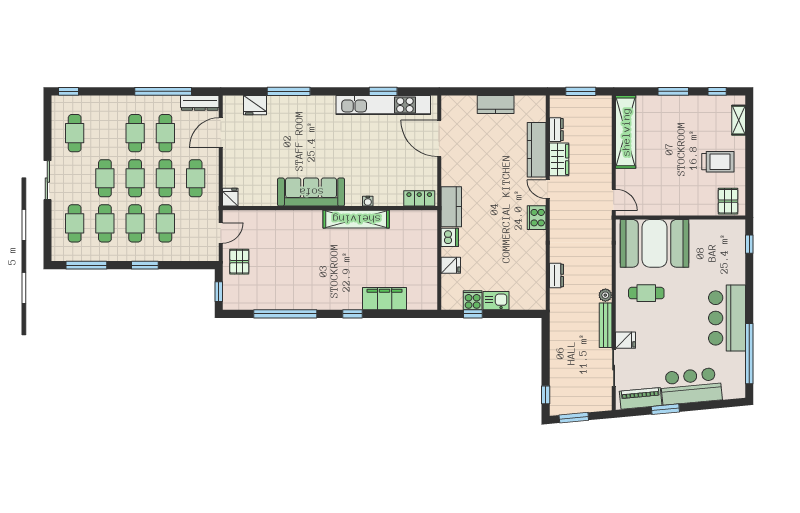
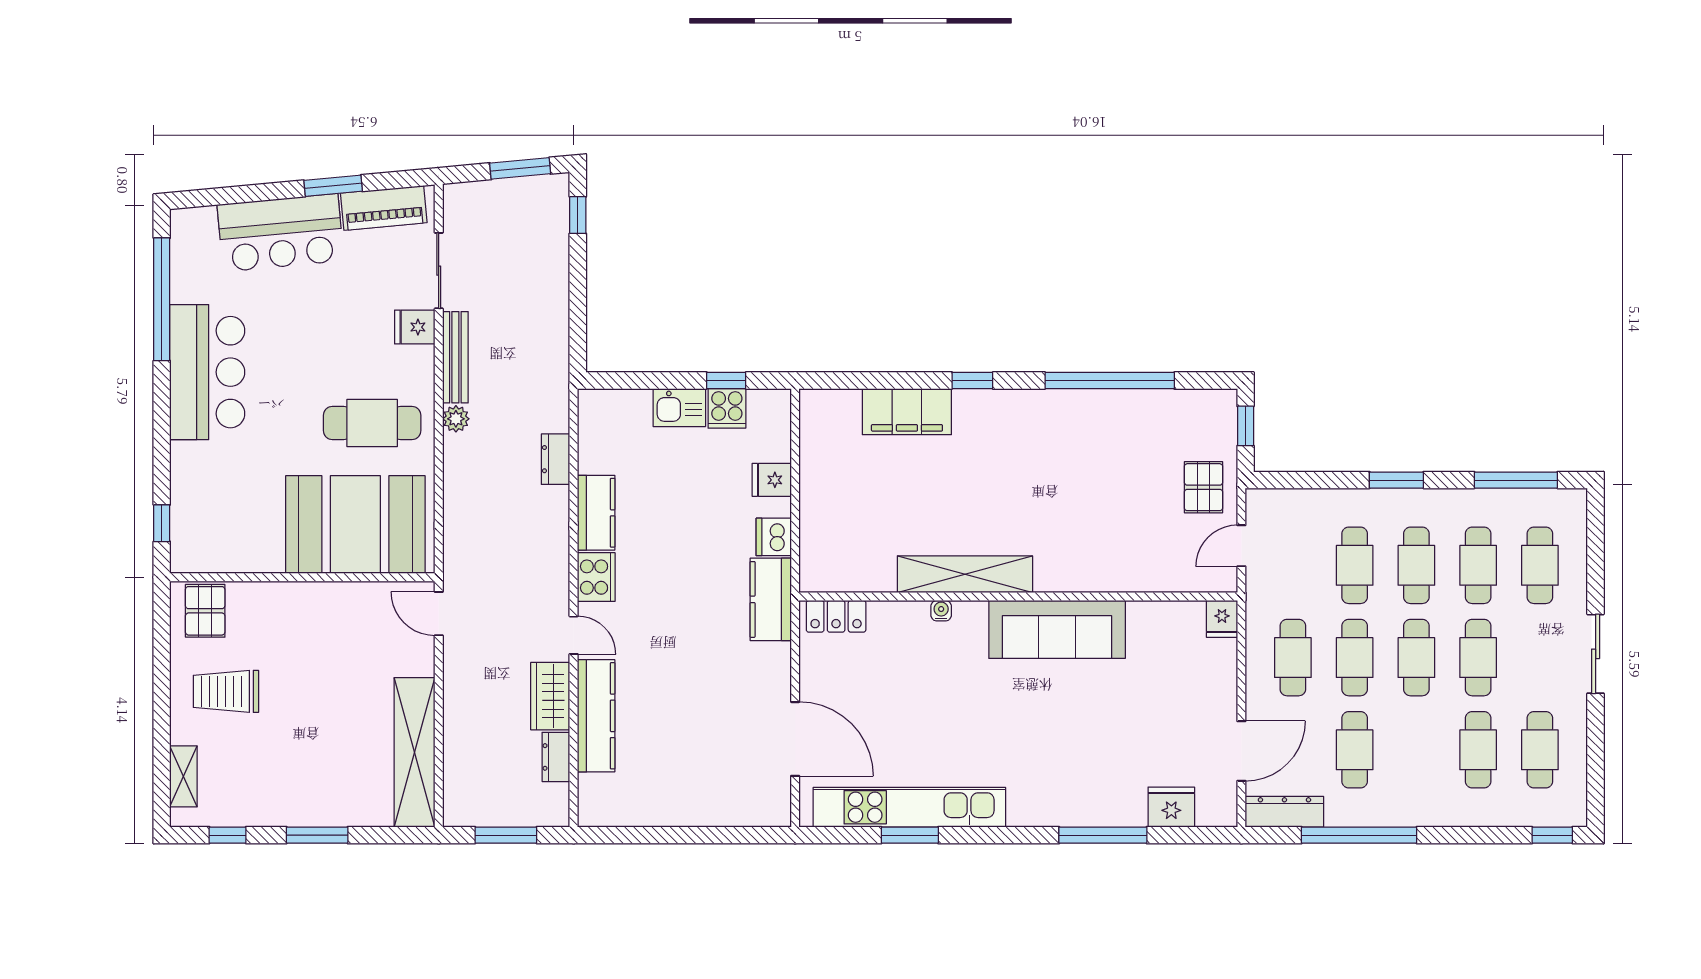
kitchen counter: (496, 104) -> (596, 513), moved, turned 90
cafe table: (135, 133) -> (1478, 750), moved
cafe table: (646, 293) -> (372, 423), width x1.37, depth x1.35

